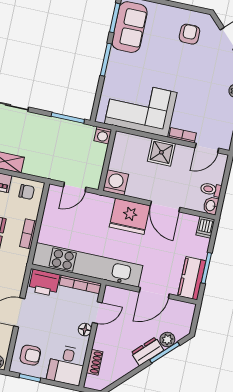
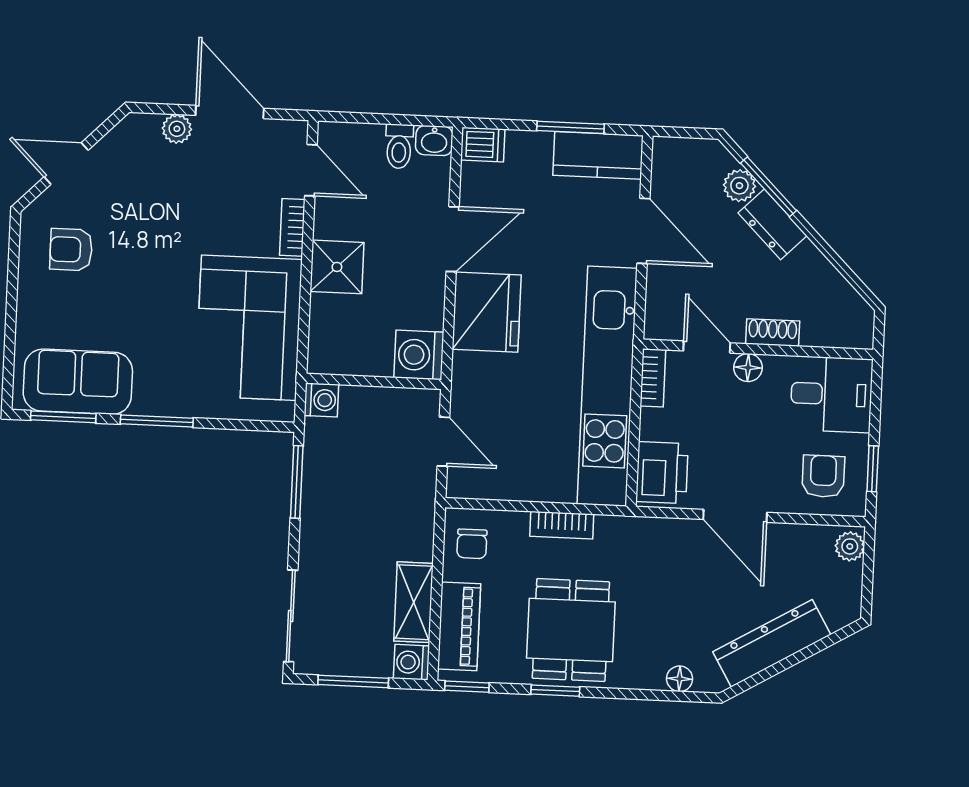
chair: (27, 192) -> (472, 544), turned 180
bookcase: (80, 284) -> (653, 378), width x0.64
shoe rack: (95, 362) -> (773, 333), moved

